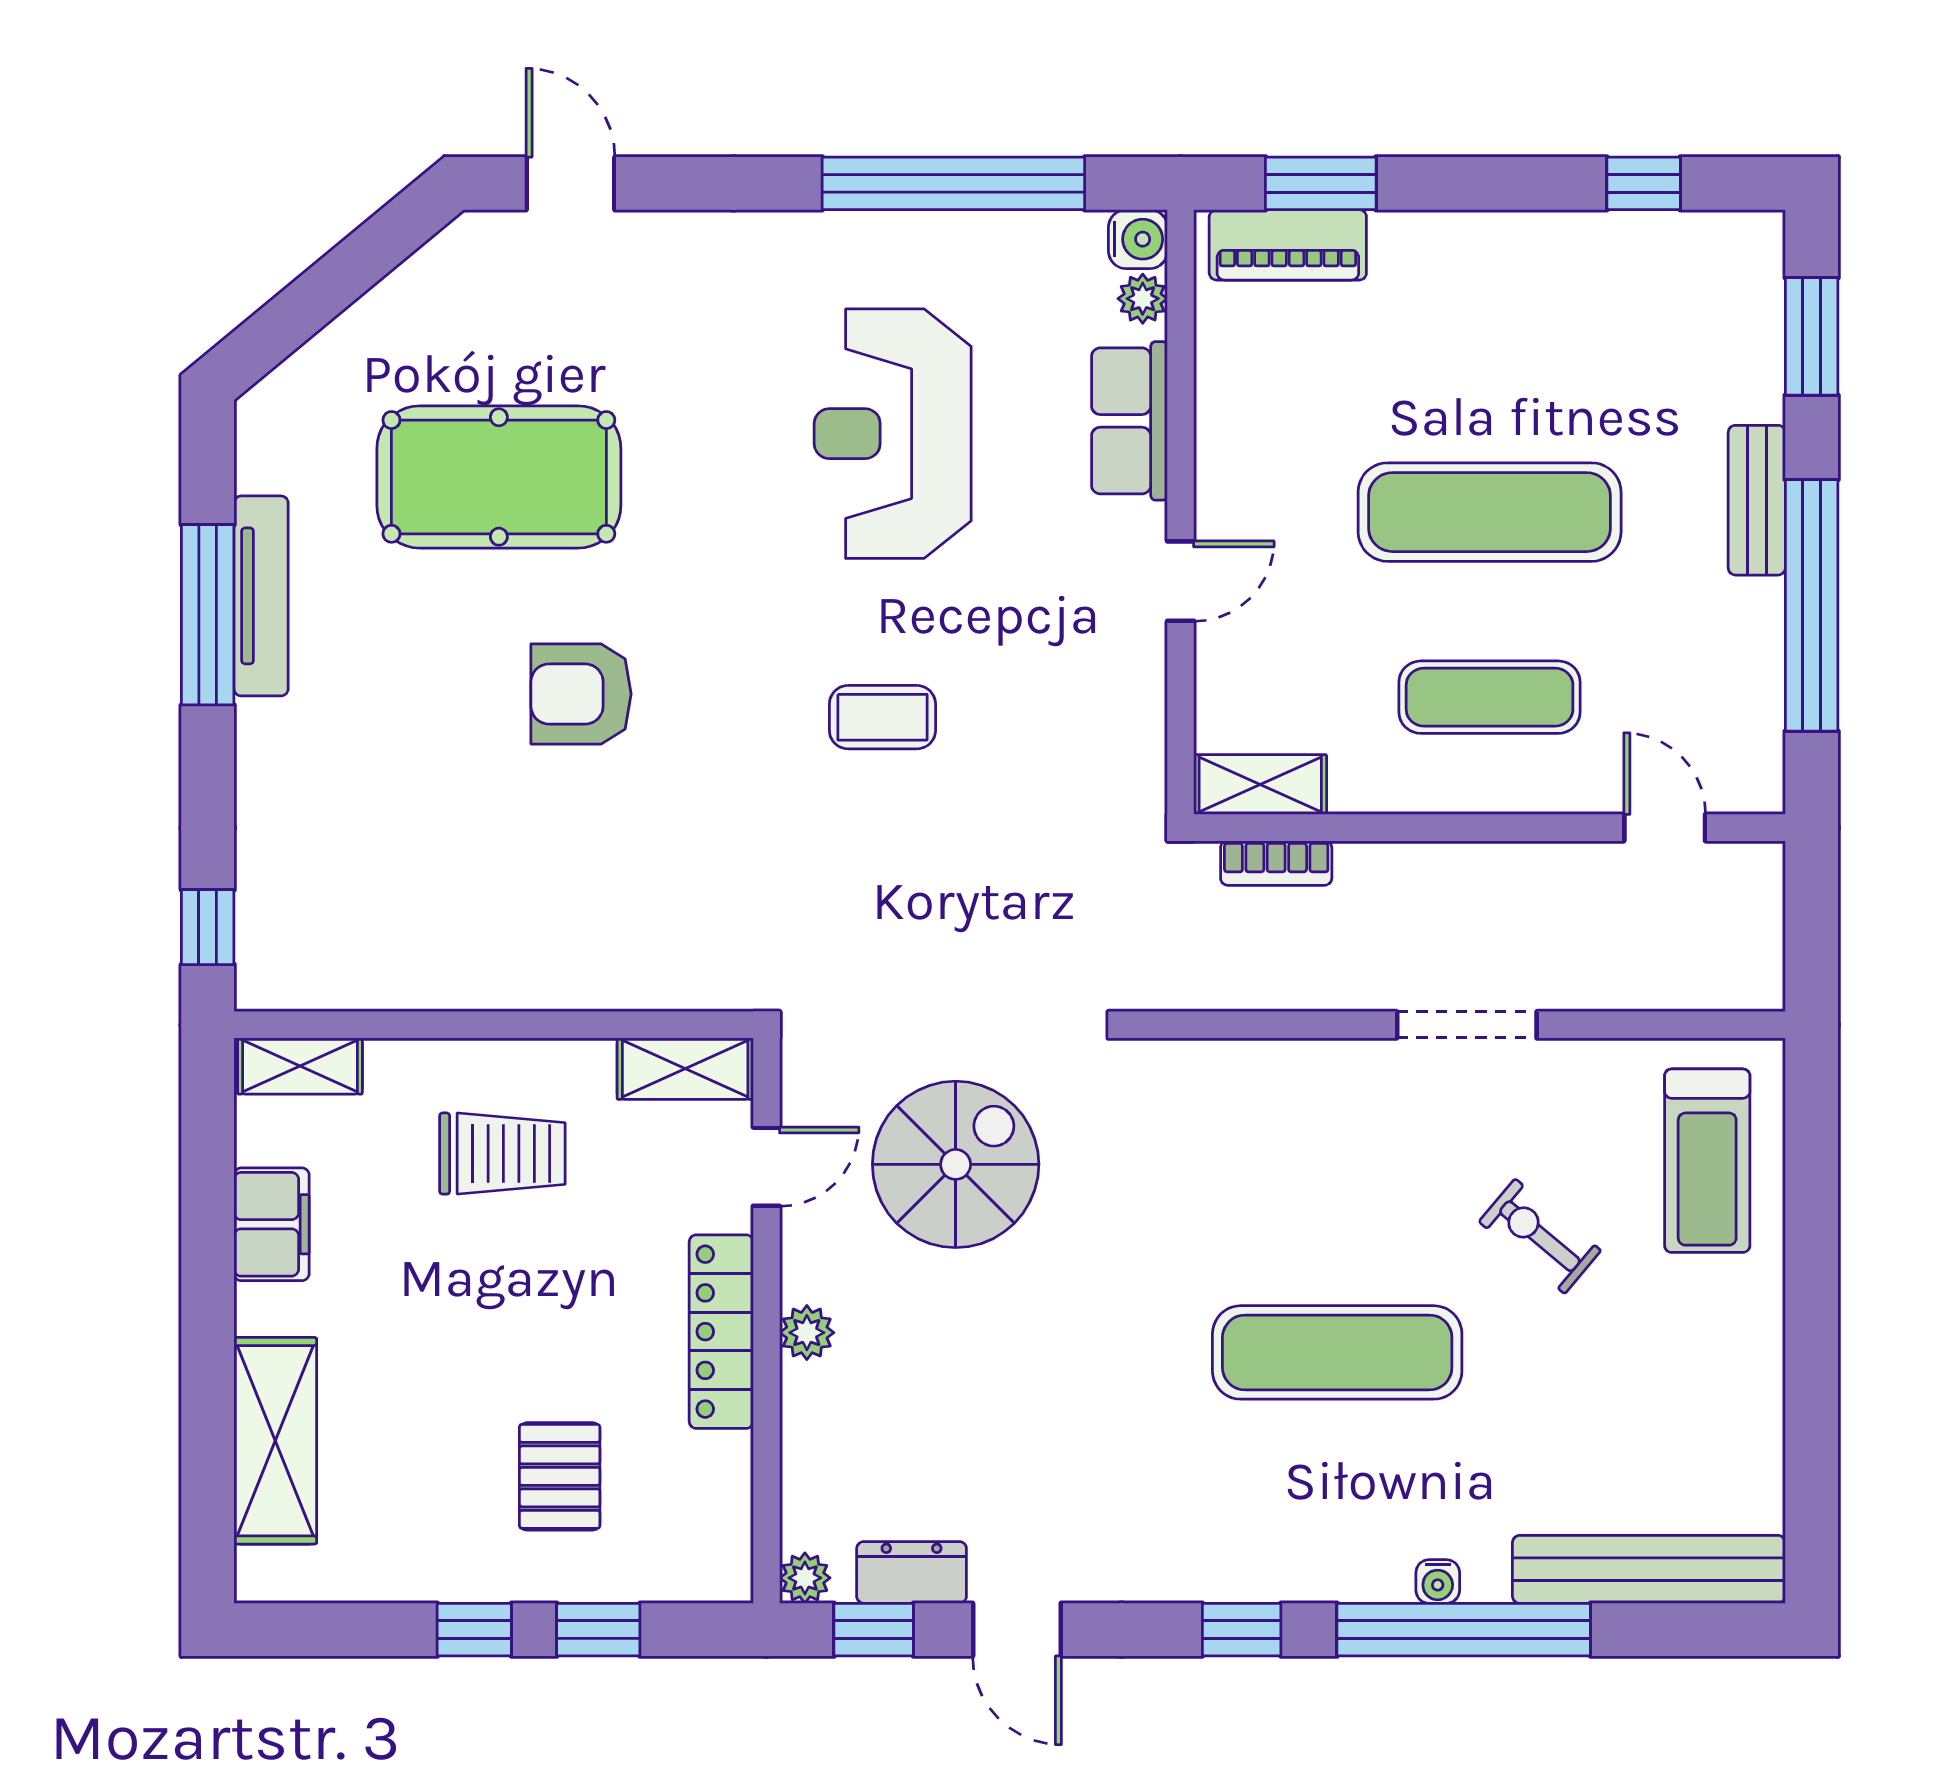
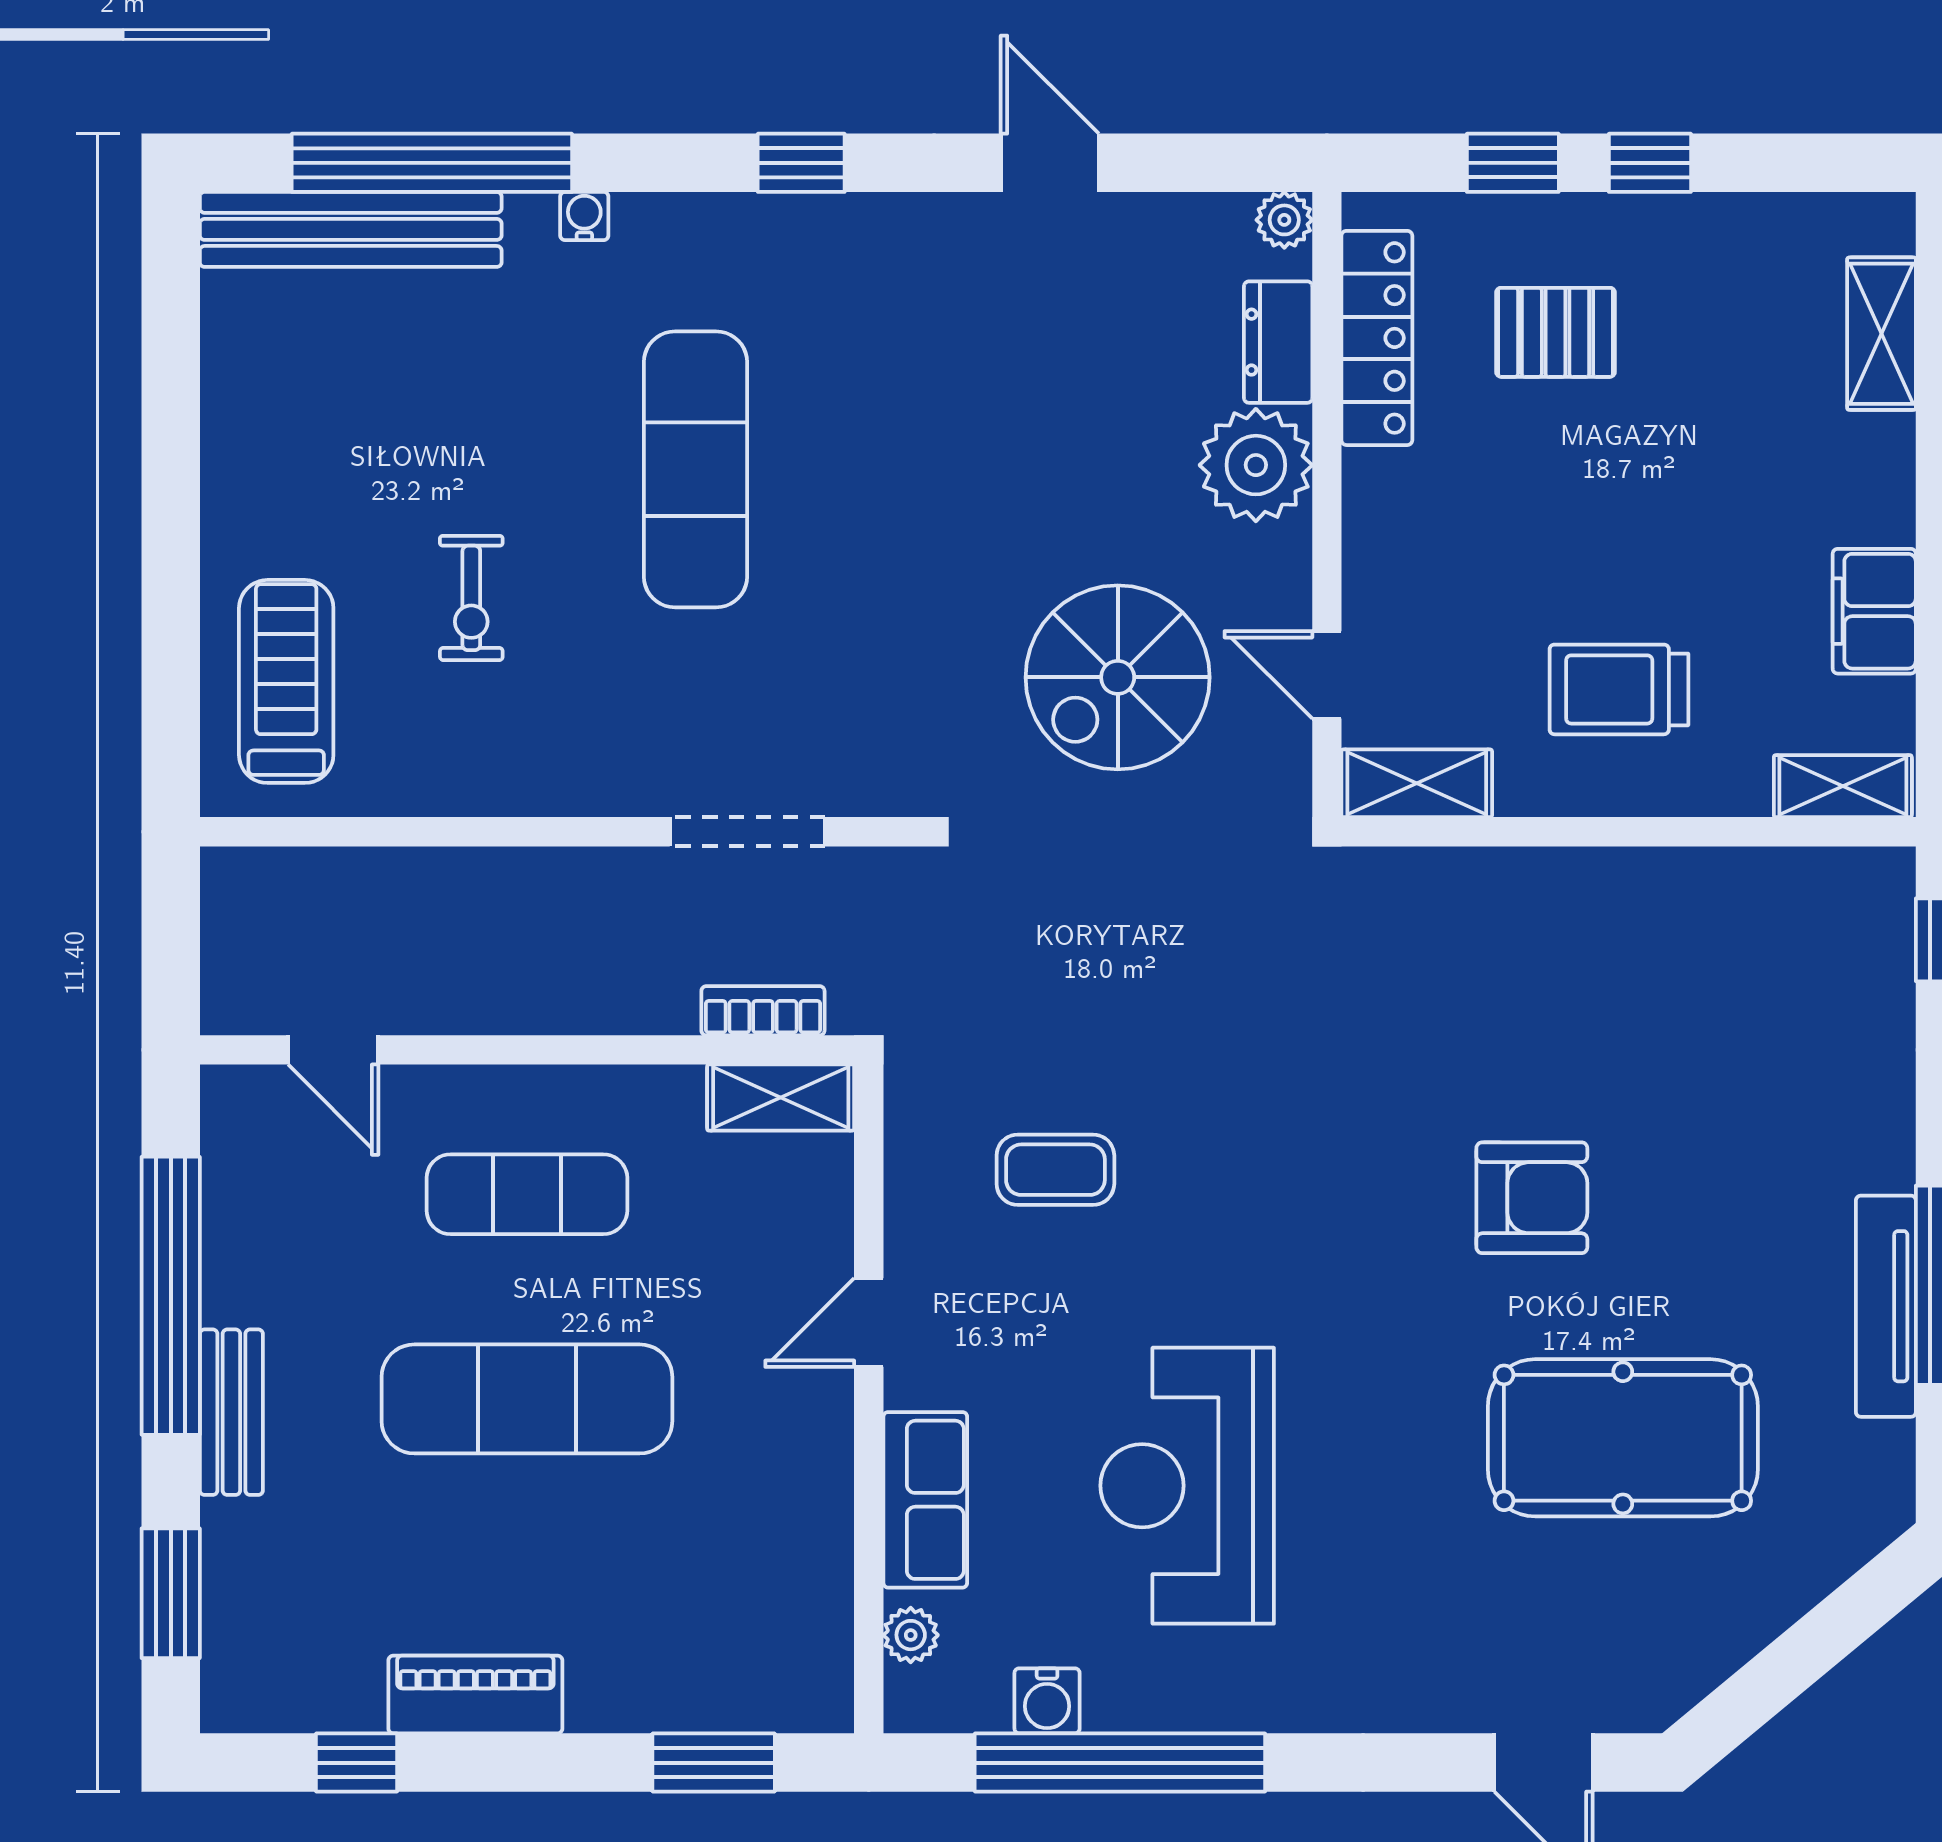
water cooler: (1138, 239) -> (1047, 1701), moved, turned -90
piano: (1288, 245) -> (475, 1695), moved
reception desk: (893, 434) -> (1187, 1486), turned 180
coffee table: (882, 717) -> (1055, 1170), moved
doorway: (1467, 1025) -> (747, 832), moved
door: (766, 1167) -> (1327, 675), hinge flipped
exercise bike: (1540, 1236) -> (471, 598), turned 50
locker: (721, 1332) -> (1377, 338), moved
plant: (807, 1333) -> (1256, 465), width x1.88, depth x1.88
exercise mat: (1337, 1352) -> (695, 469), turned 90
shelving: (275, 1441) -> (1882, 334), width x0.67, depth x0.75
pallet: (560, 1476) -> (1556, 332), turned 90
dresser: (912, 1572) -> (1278, 342), moved, turned 90
window: (874, 1630) -> (1208, 163), removed
window: (1464, 1630) -> (432, 163), moved

